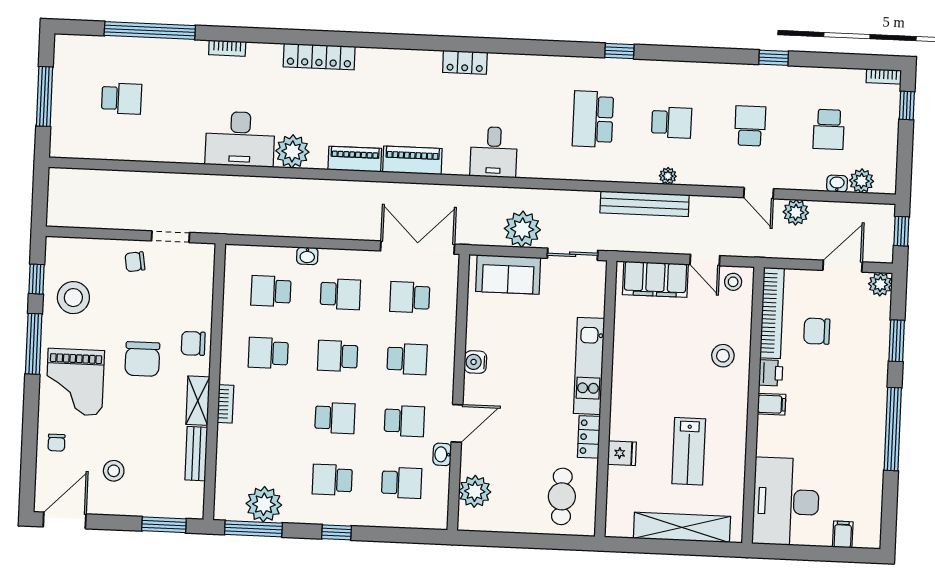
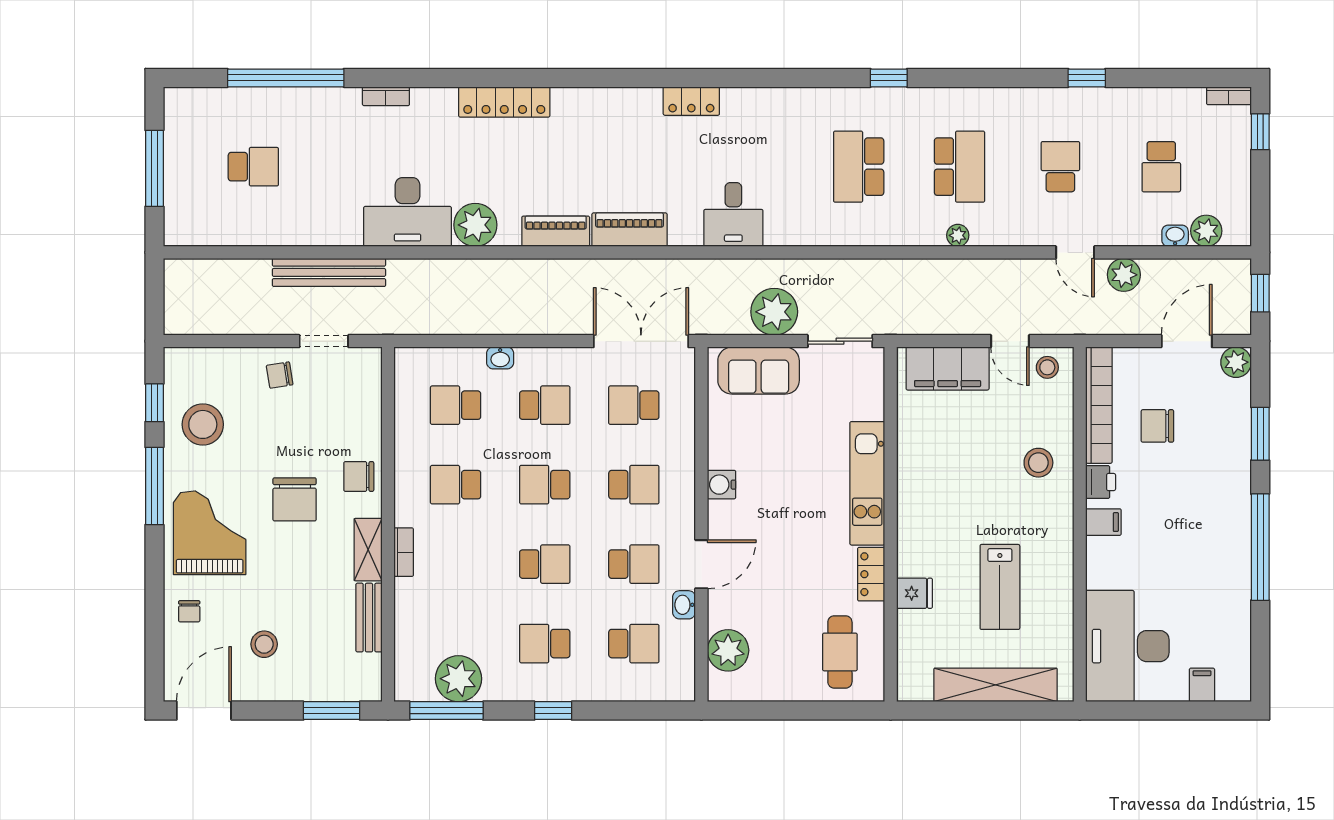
school desk: (672, 122) -> (960, 167), width x1.85
bench: (645, 204) -> (329, 272), moved
grand piano: (75, 382) -> (210, 533), turned 180

